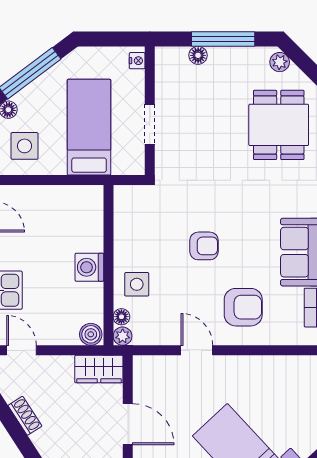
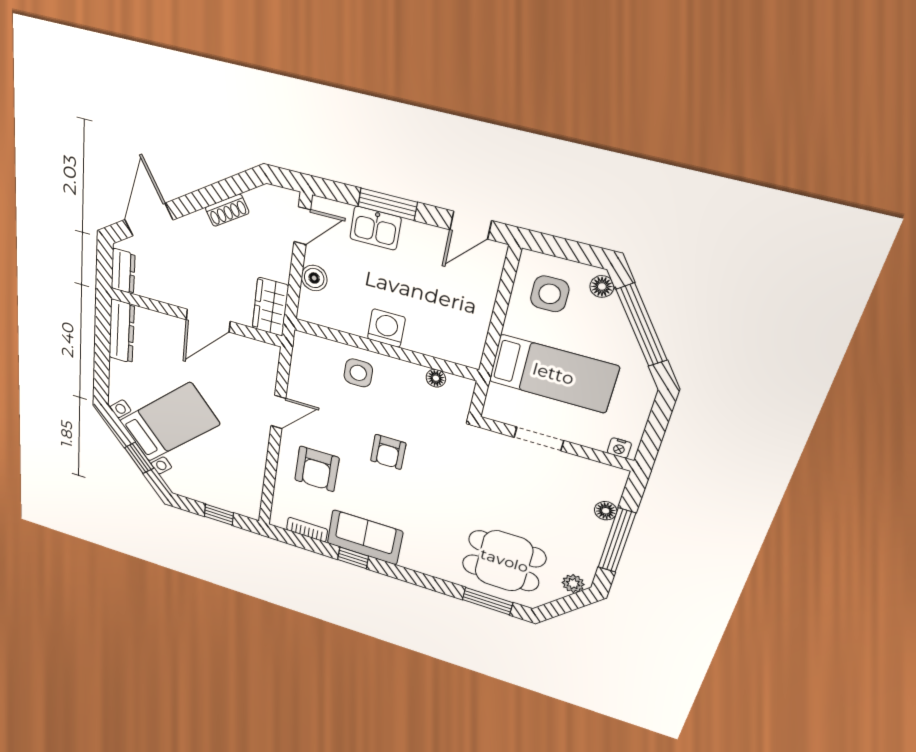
floor lamp: (121, 317) -> (436, 378), moved
boiler: (91, 334) -> (314, 278), moved
plant: (123, 336) -> (303, 342), removed

